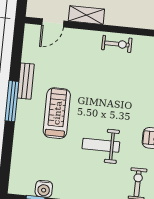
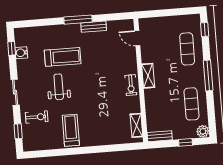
shelving: (86, 15) -> (148, 76), moved
treadmill: (57, 113) -> (63, 57), moved

